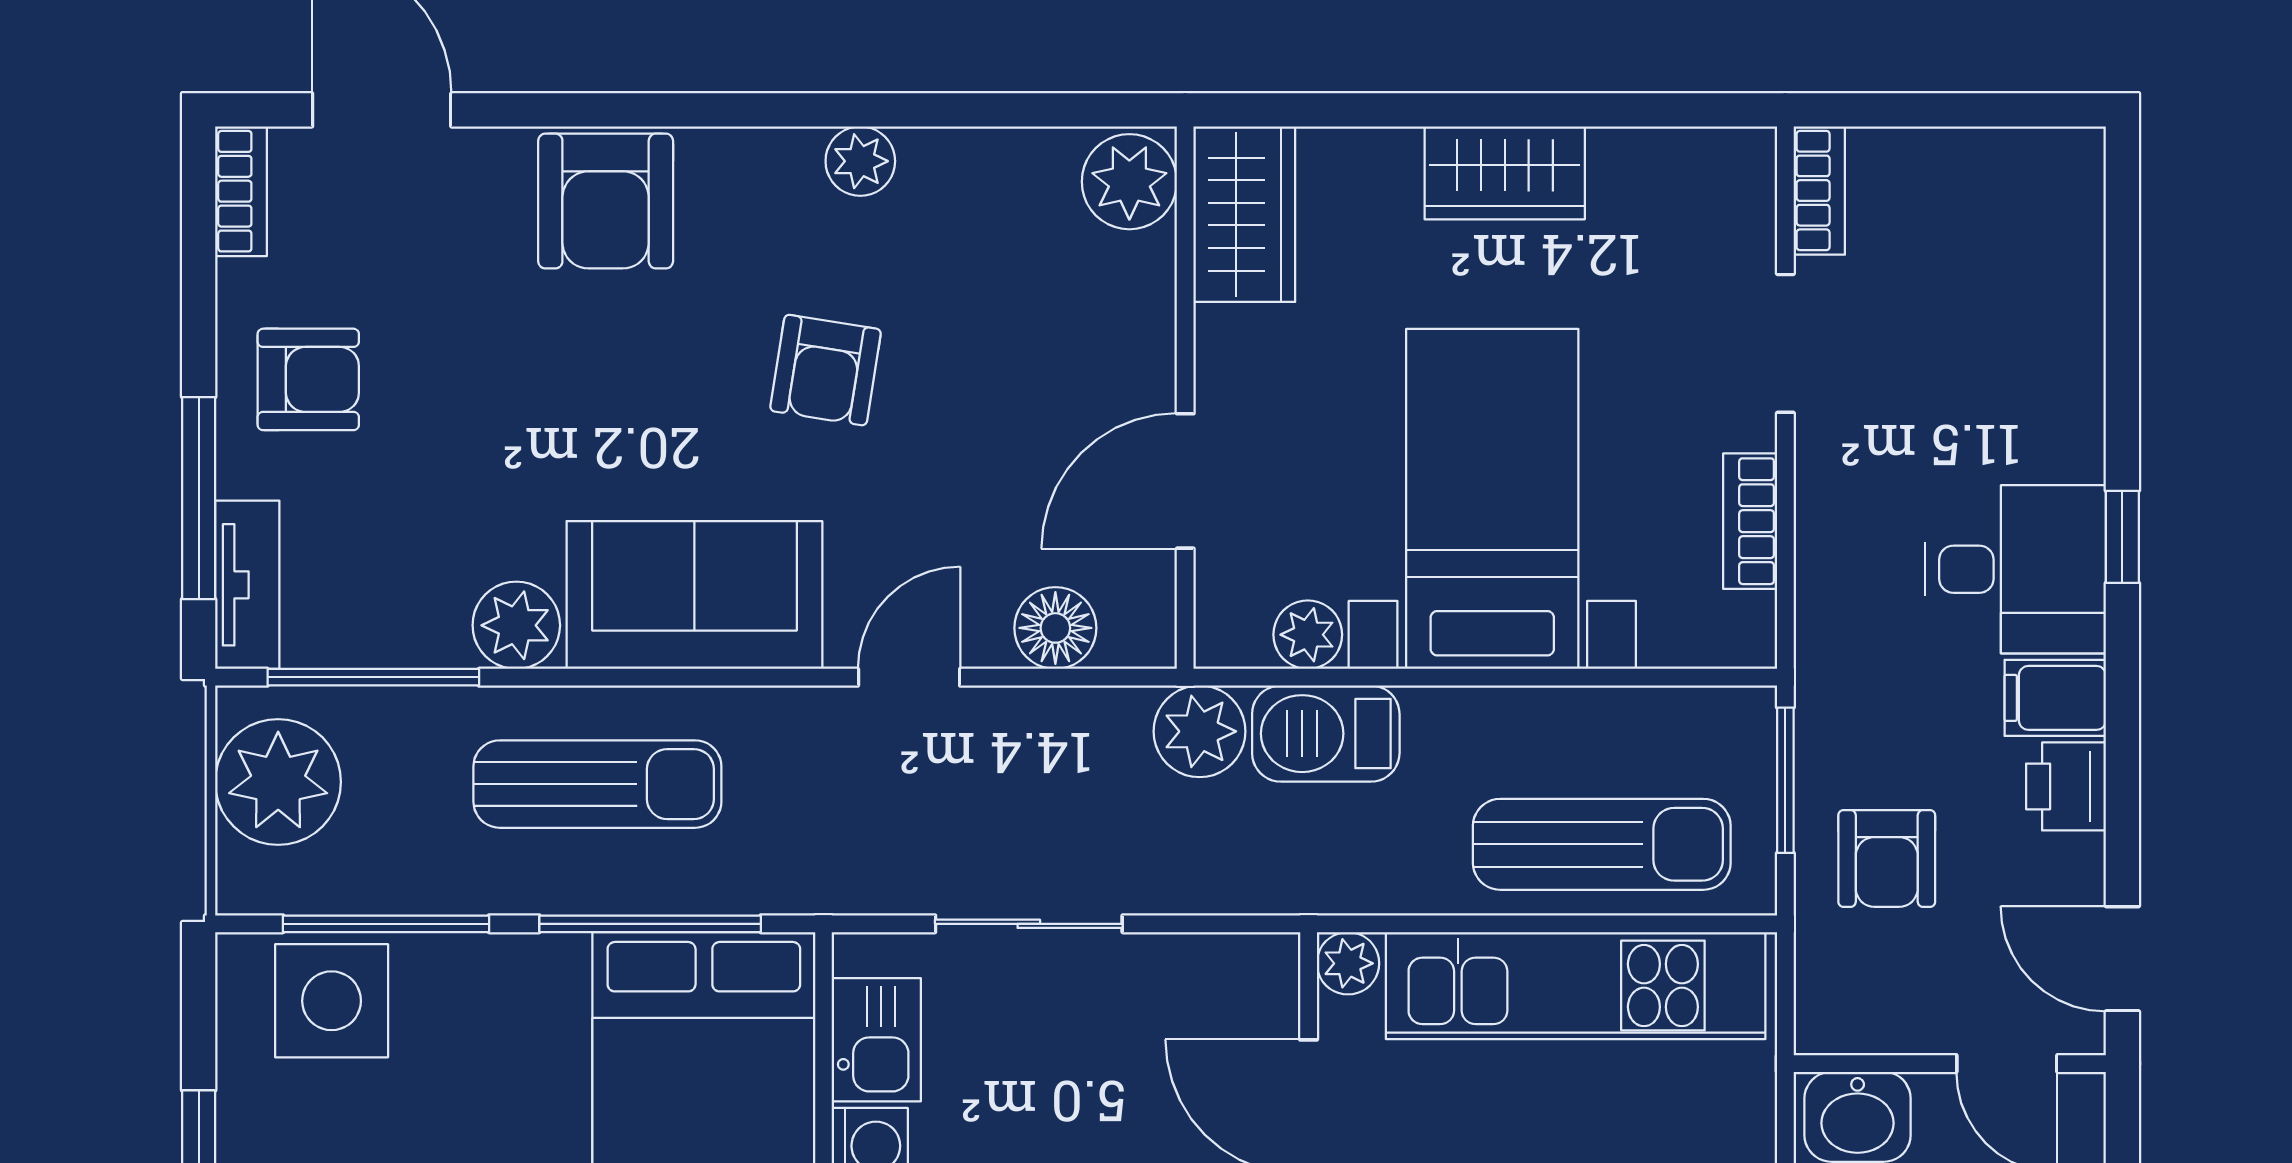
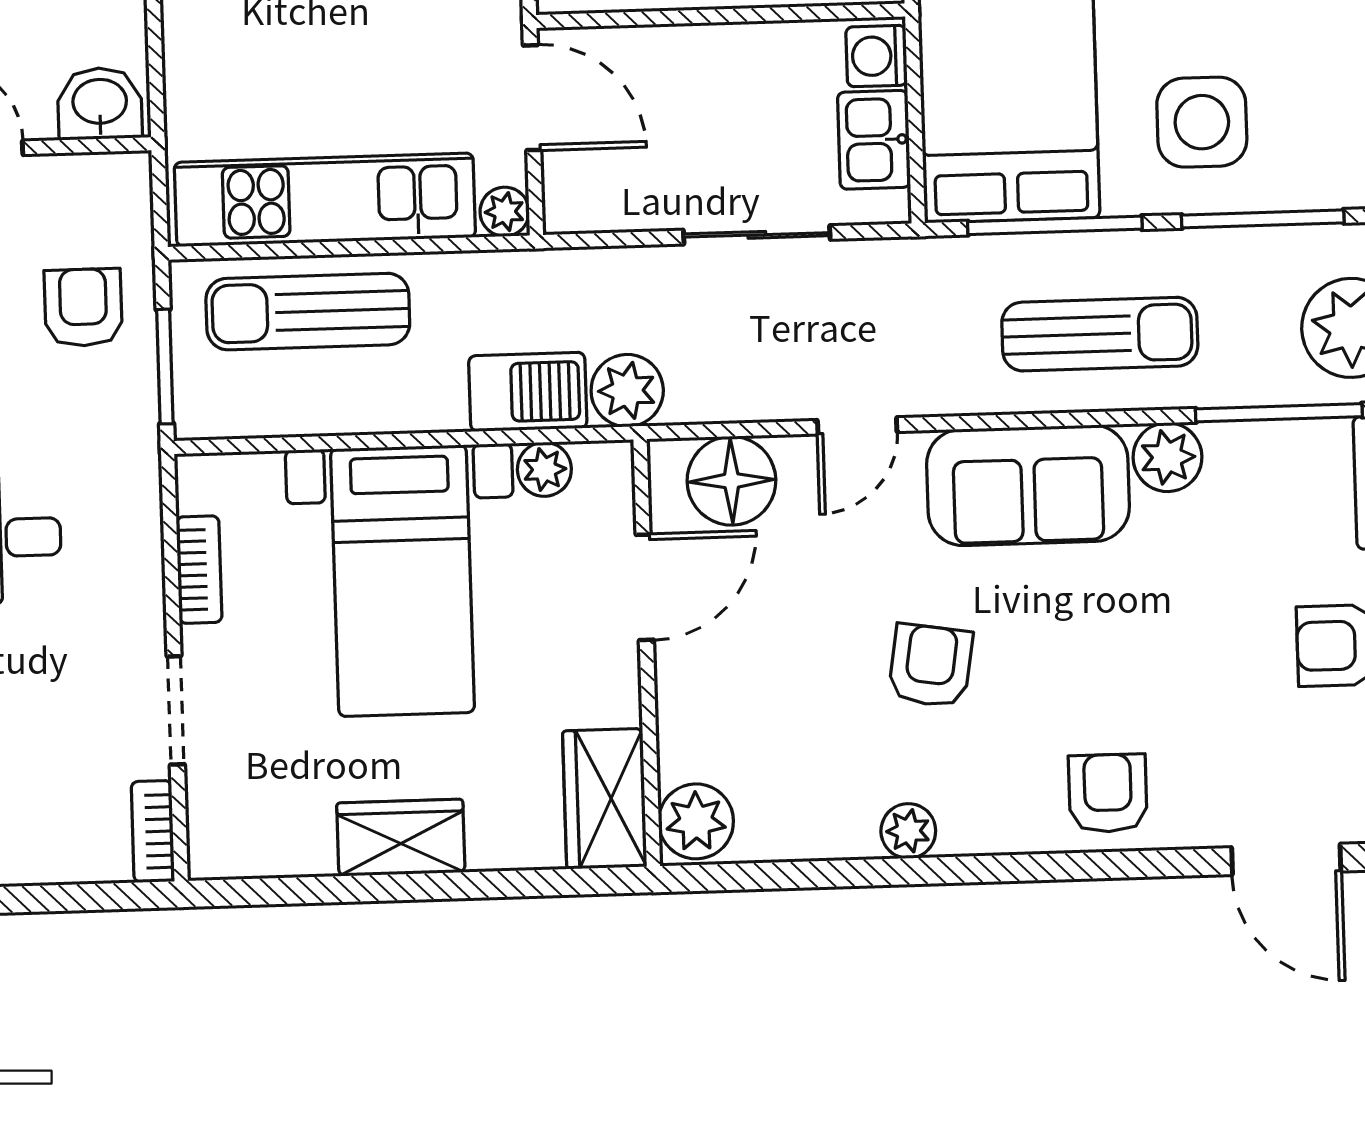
armchair: (606, 201) -> (1108, 793), width x0.72, depth x0.72
floor lamp: (1055, 628) -> (731, 481), width x1.38, depth x1.38
sun lounger: (597, 784) -> (1100, 334), turned 180
side table: (332, 1001) -> (1202, 122), moved

